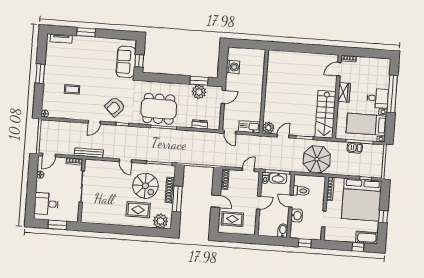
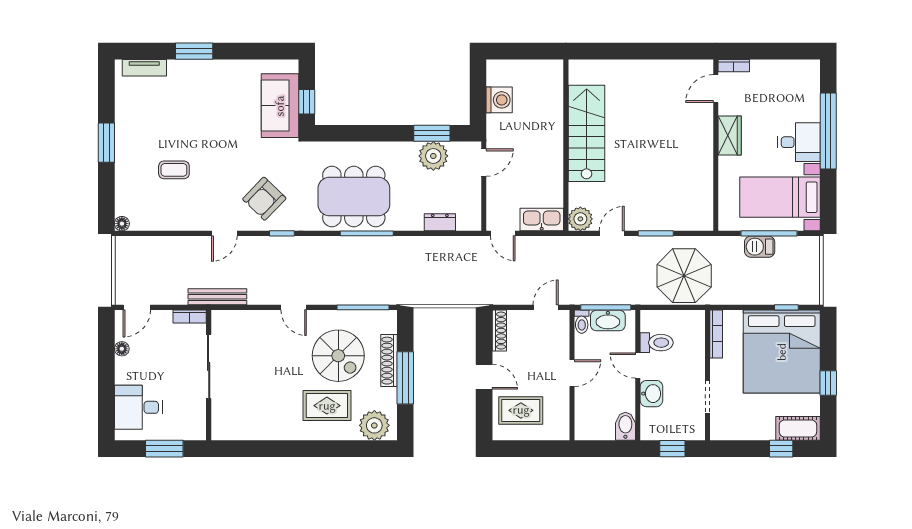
stairs: (325, 114) -> (587, 133), moved, turned 180

